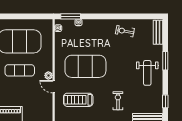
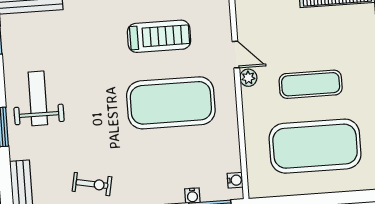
treadmill: (78, 100) -> (159, 36), moved
exercise bike: (118, 101) -> (96, 34), removed

